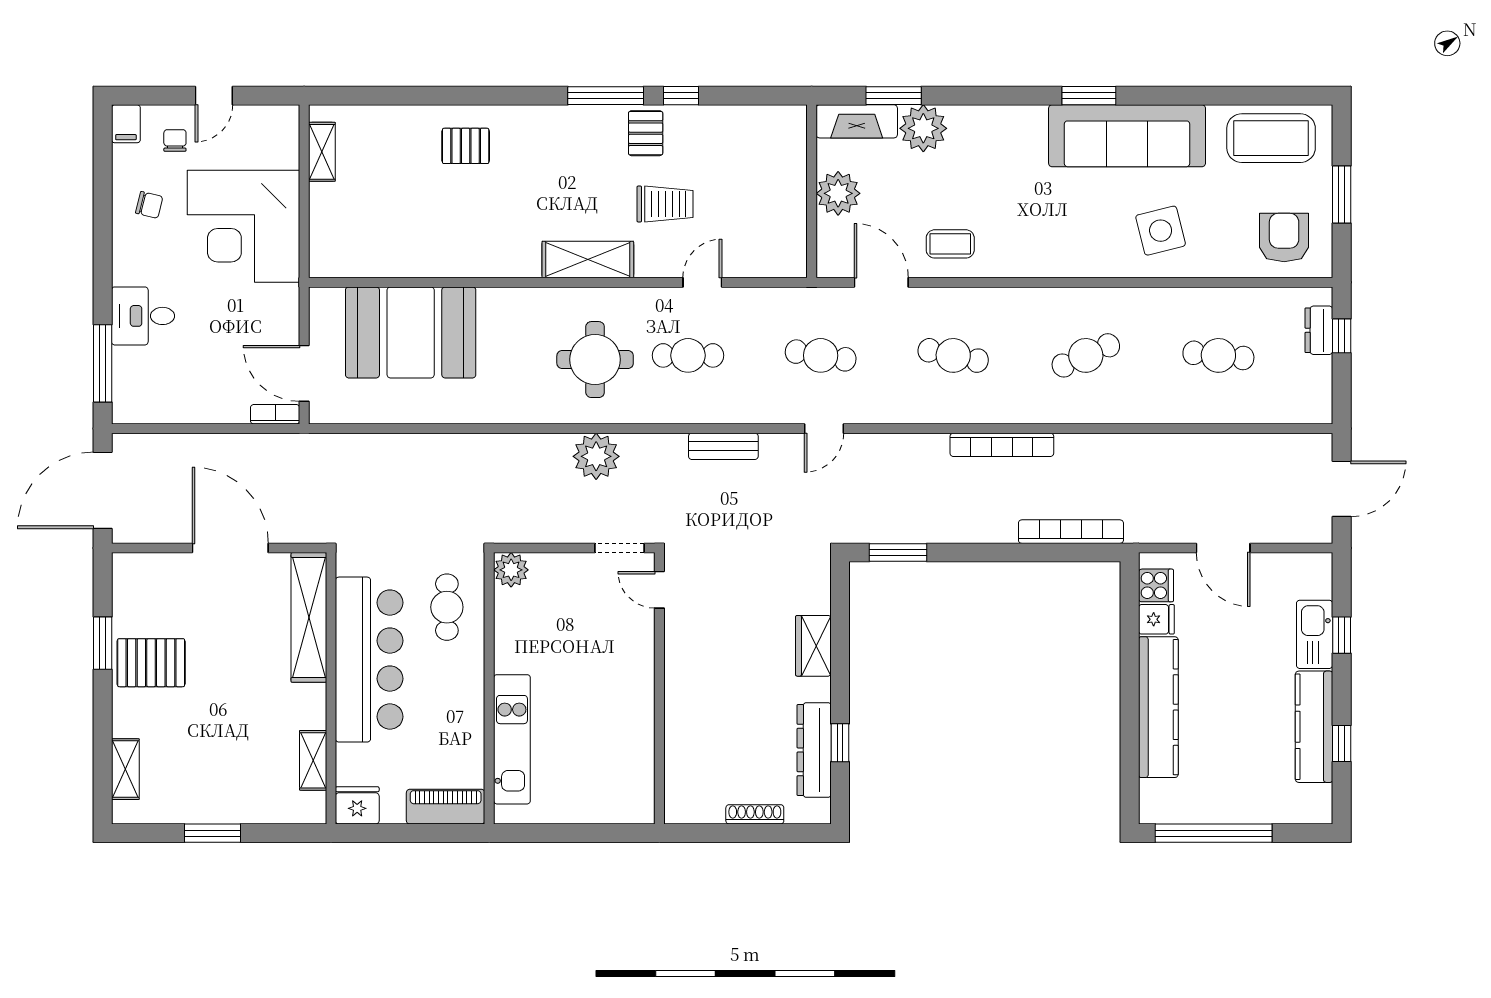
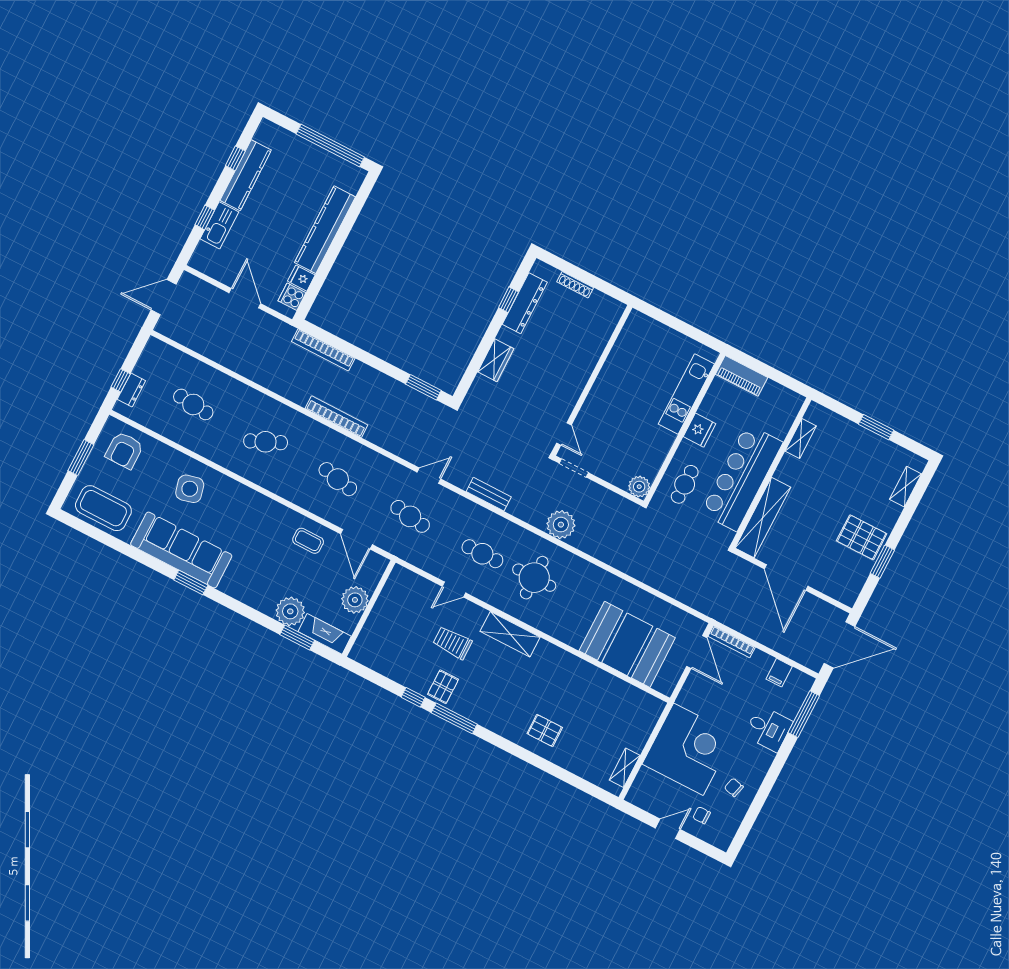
filing cabinet: (126, 124) -> (779, 673), moved, turned 180
chair: (175, 140) -> (702, 815), turned 90
bookcase: (275, 414) -> (732, 642), width x1.56
fridge: (357, 805) -> (699, 430), moved, turned -90

